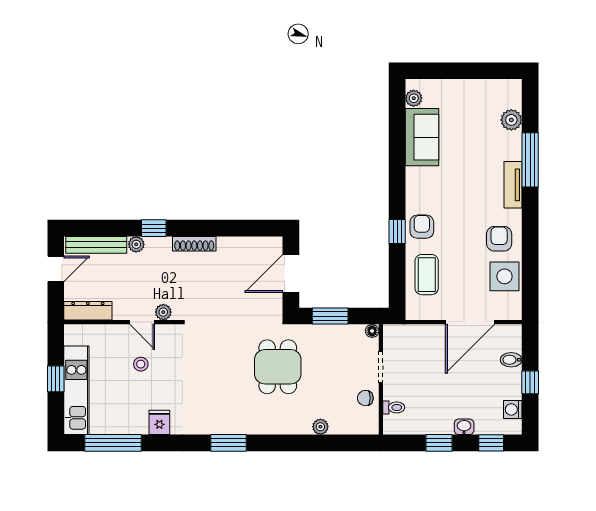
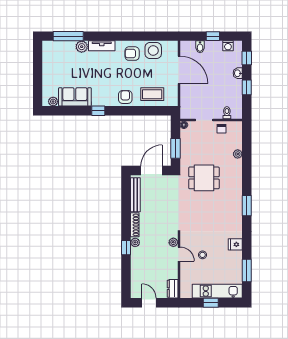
plant: (511, 120) -> (82, 47), moved
window: (530, 160) -> (68, 36), moved
armchair: (422, 227) -> (125, 97), turned 90
window: (397, 231) -> (98, 111), moved
plant: (136, 244) -> (135, 242), moved
bench: (96, 245) -> (135, 195), moved
door: (291, 274) -> (152, 171), swing flipped
dresser: (88, 311) -> (173, 289), width x0.70
door: (142, 322) -> (179, 254), hinge flipped
window: (113, 443) -> (247, 271), width x0.69

